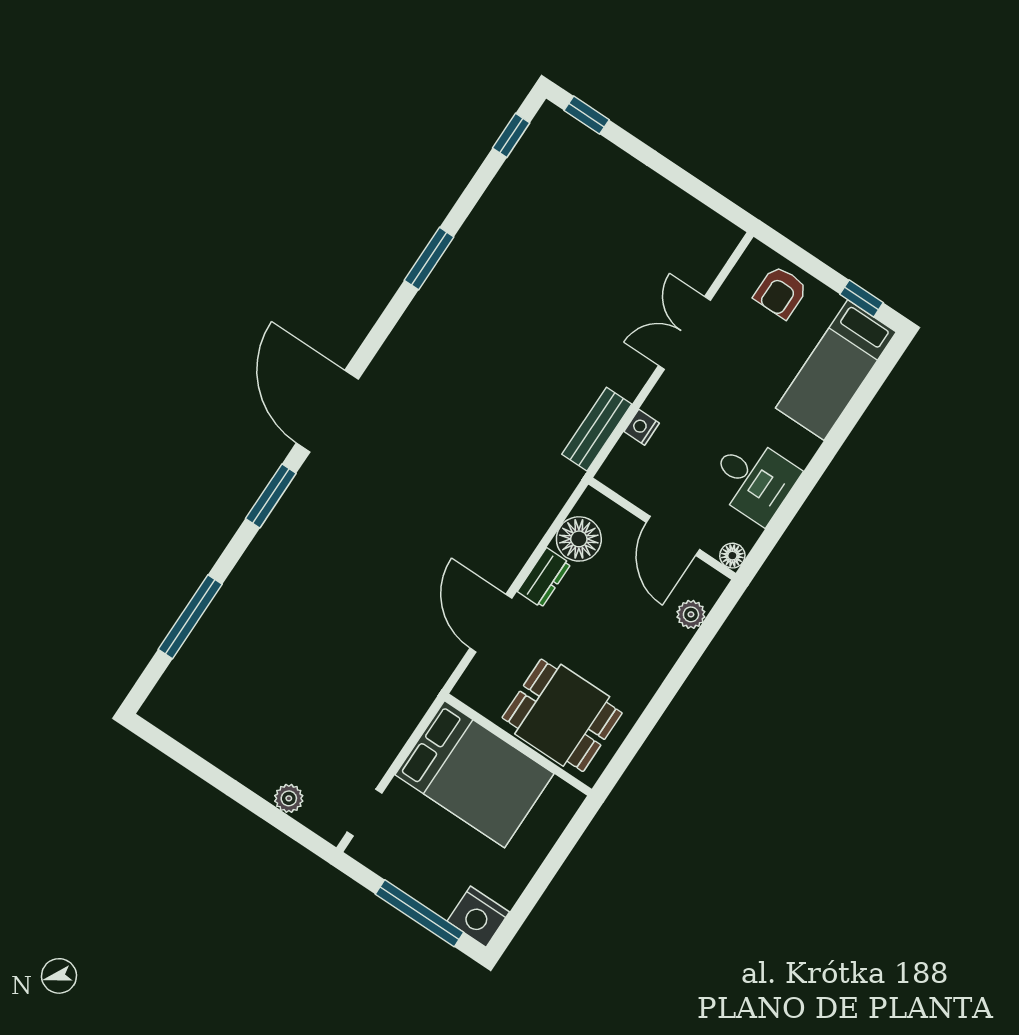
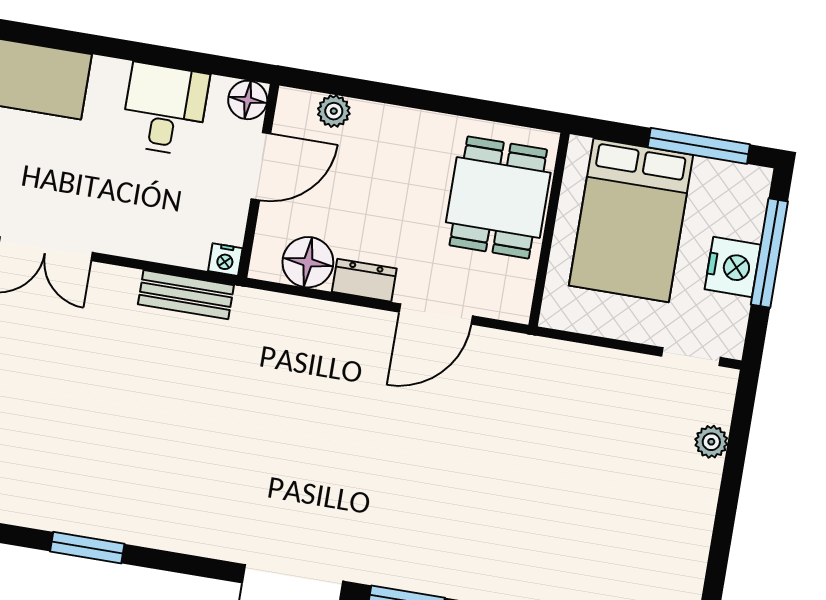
nightstand: (642, 427) -> (225, 260), moved
floor lamp: (732, 556) -> (248, 100), width x1.37, depth x1.37
bed: (474, 774) -> (631, 220), moved, turned 180
window: (531, 895) -> (699, 146), added
nightstand: (478, 917) -> (733, 267), moved

